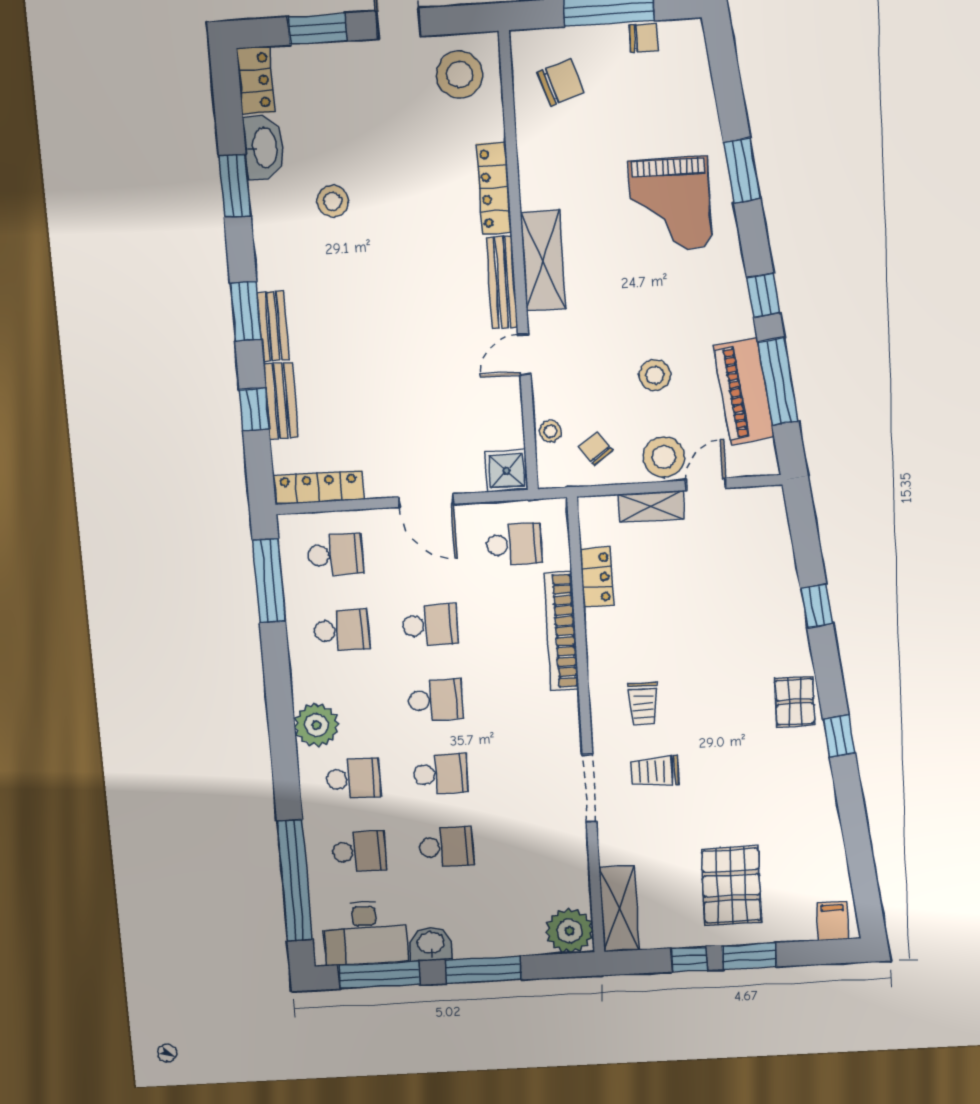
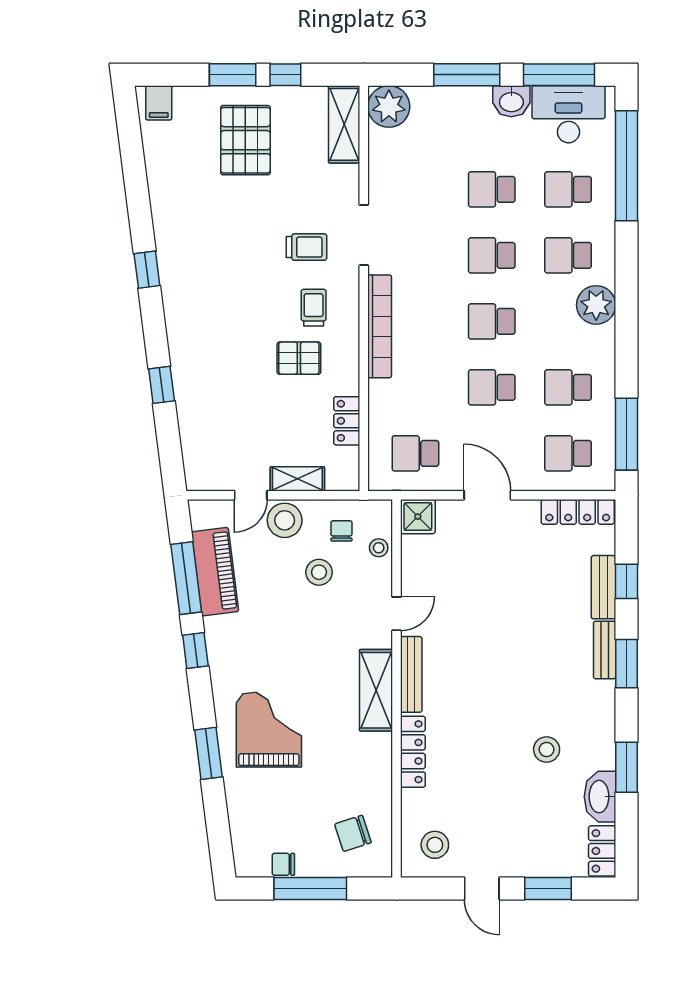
stool: (460, 75) -> (435, 845), width x0.73, depth x0.73
stool: (655, 375) -> (319, 572), moved
chair: (596, 449) -> (341, 531), turned -144
bookcase: (562, 631) -> (380, 326), moved
pallet: (795, 702) -> (299, 358), moved, turned 90

